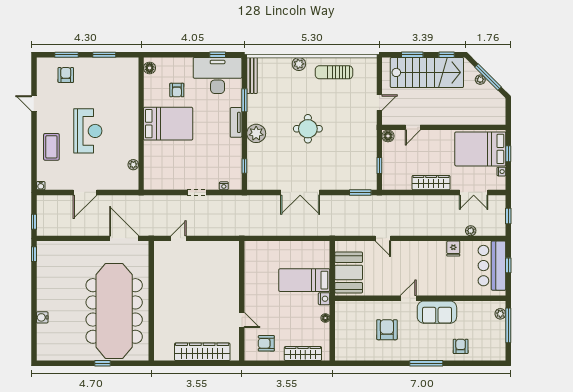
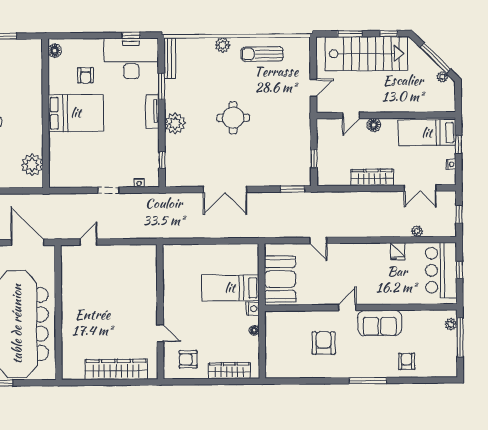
plant: (480, 80) -> (442, 77), moved
floor lamp: (388, 136) -> (374, 125), moved
bed: (480, 149) -> (427, 133), width x0.67
plant: (133, 165) -> (32, 165), width x1.87, depth x1.87

